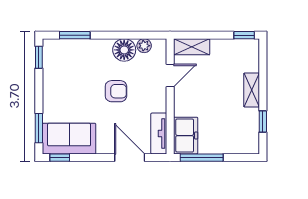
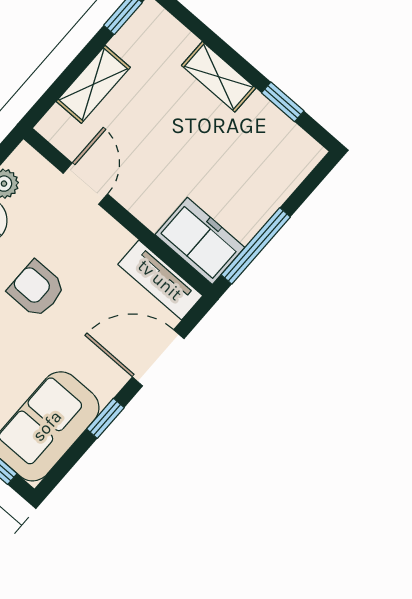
shelving: (192, 47) -> (93, 84), moved
armchair: (116, 91) -> (36, 289), turned -90
window: (60, 158) -> (105, 418), moved

